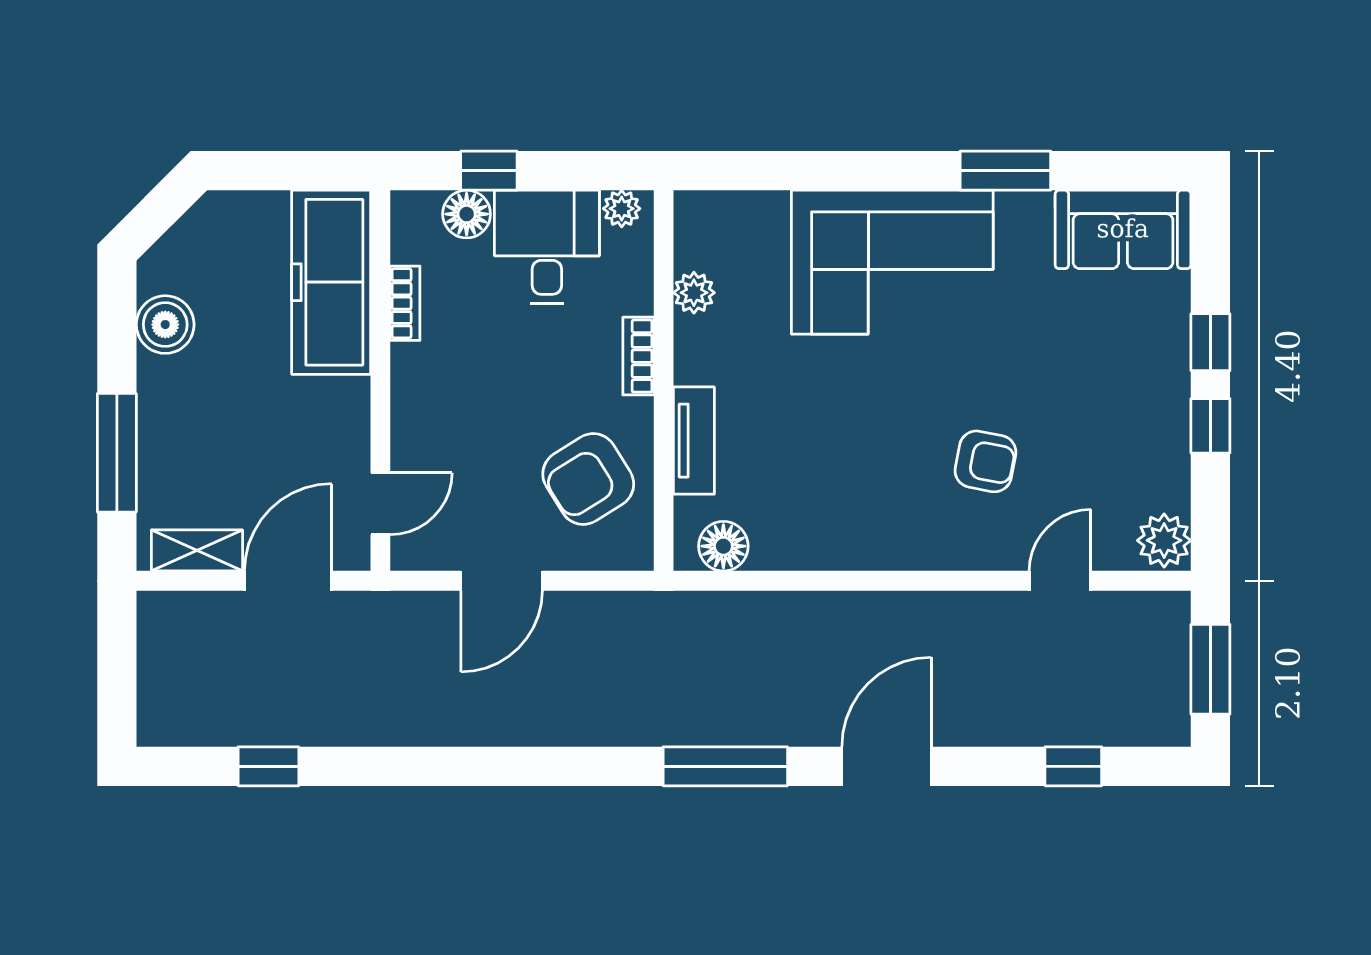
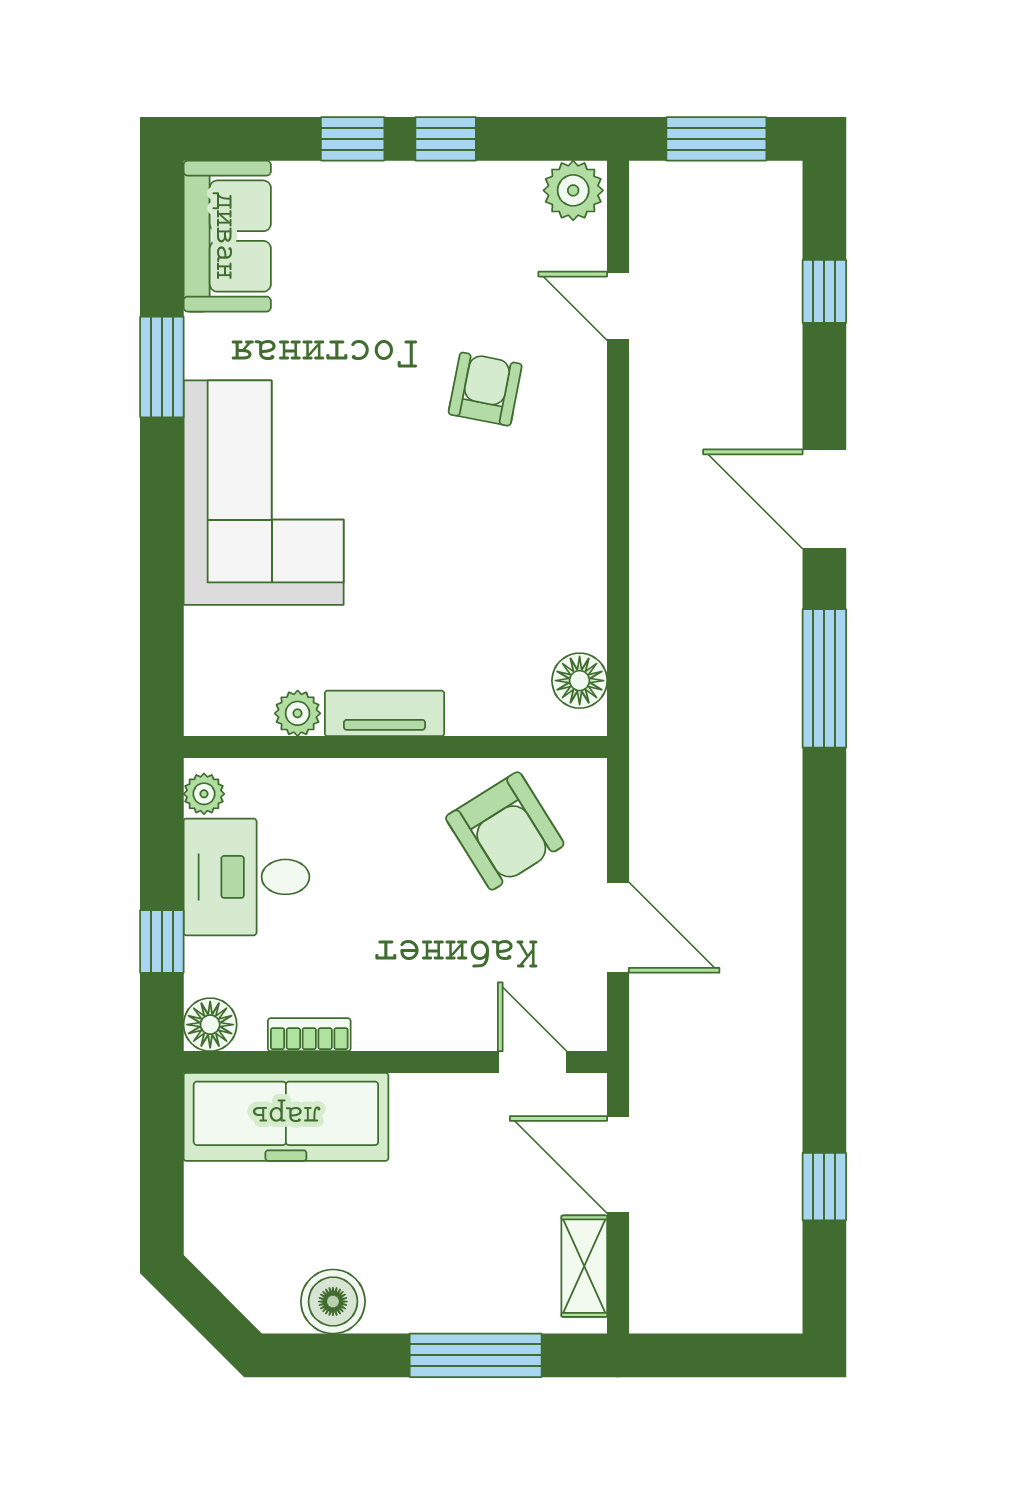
floor lamp: (467, 214) -> (210, 1025), moved
bookcase: (638, 356) -> (368, 775), removed
tv unit: (694, 441) -> (384, 713), moved

